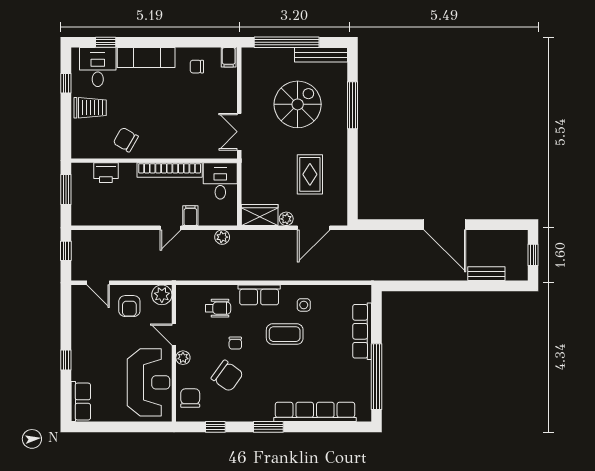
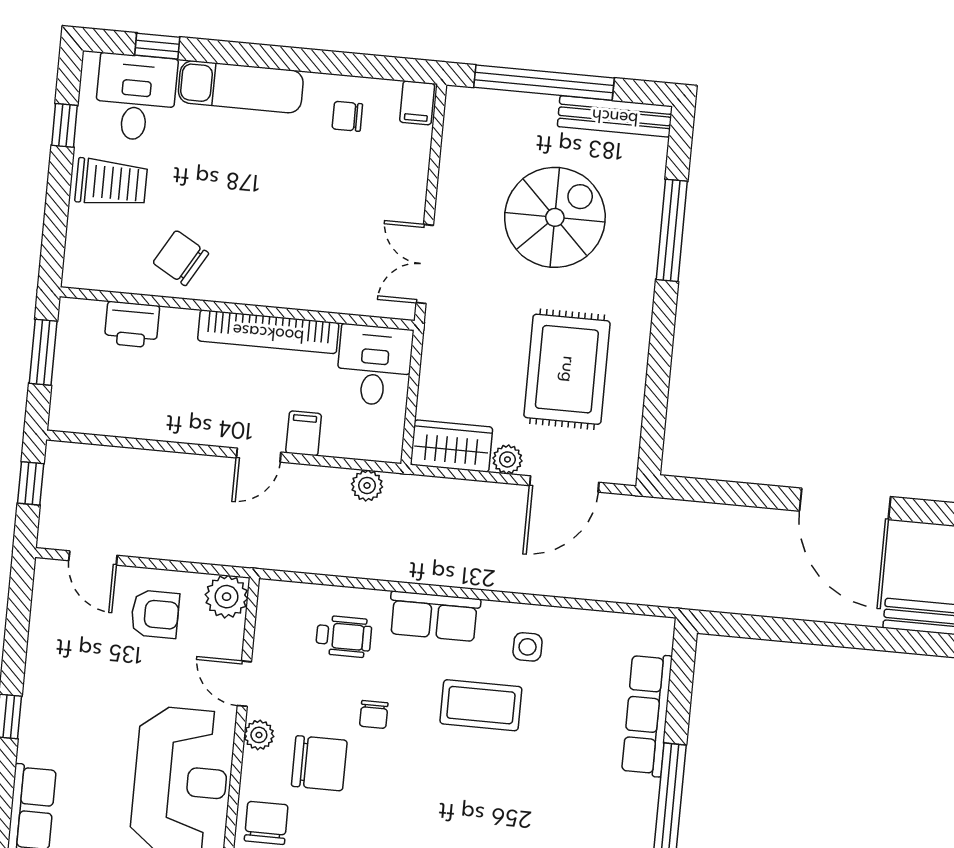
rug: (310, 174) -> (567, 369), width x1.36, depth x1.43
armchair: (129, 306) -> (155, 614), turned -90
chair: (227, 376) -> (319, 763), moved, turned -36

